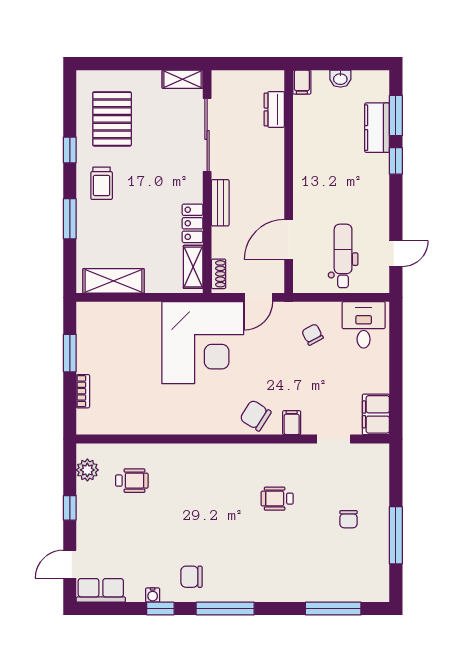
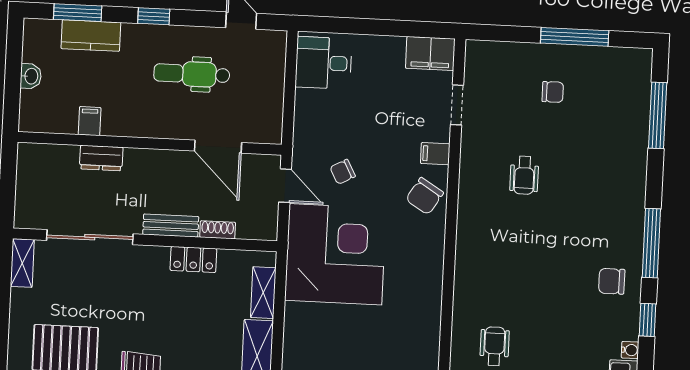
filing cabinet: (302, 82) -> (90, 121), moved, turned -90
dresser: (274, 109) -> (101, 158), moved
window: (396, 161) -> (154, 16), moved
dental chair: (343, 256) -> (192, 74), moved
shelving: (193, 267) -> (263, 293), moved, turned 90
shoe rack: (219, 274) -> (218, 230), moved
chair: (312, 335) -> (343, 172), moved
chair: (191, 577) -> (612, 281), turned 90
water cooler: (153, 595) -> (630, 350), moved

